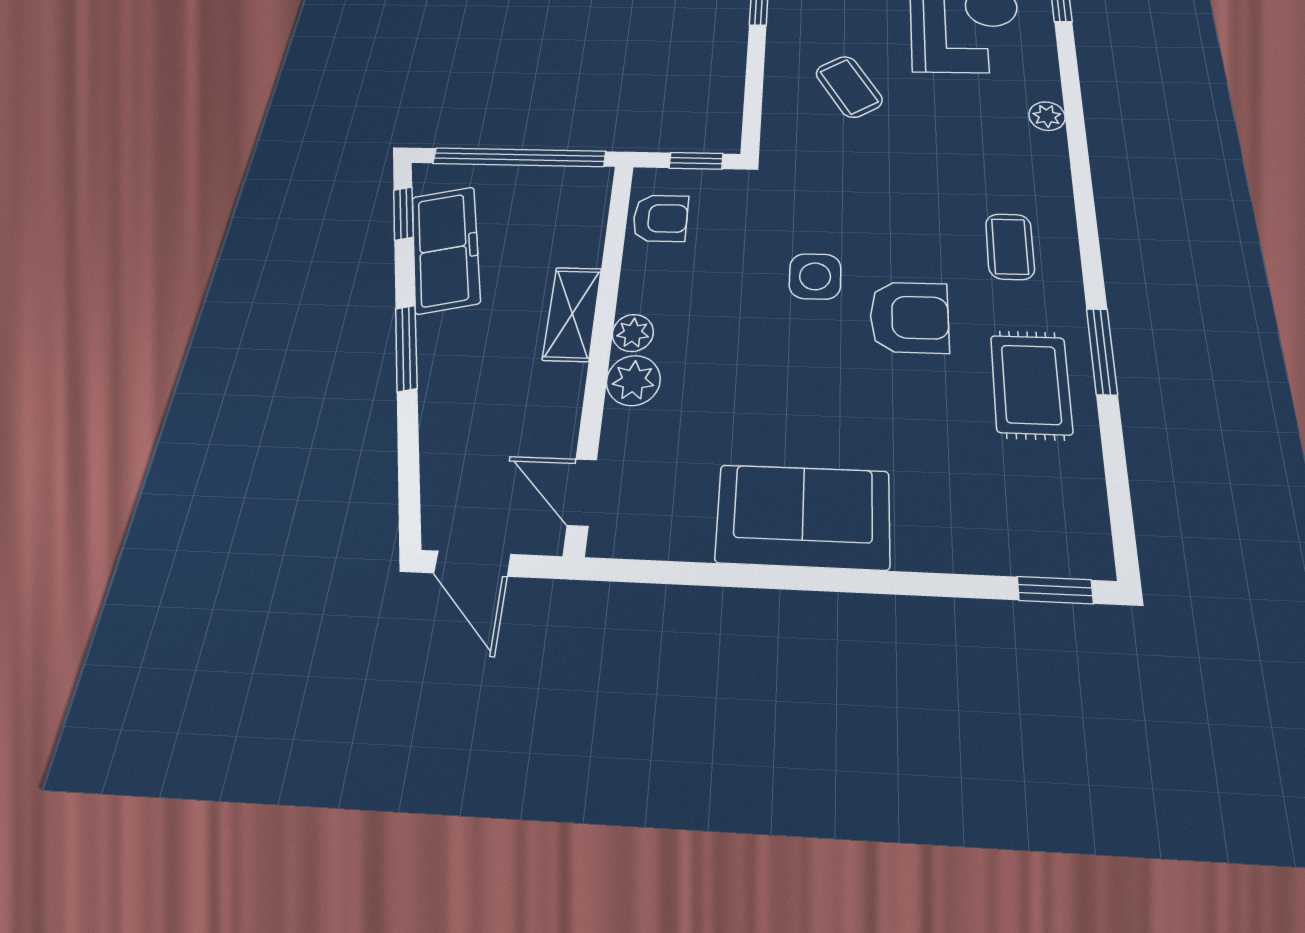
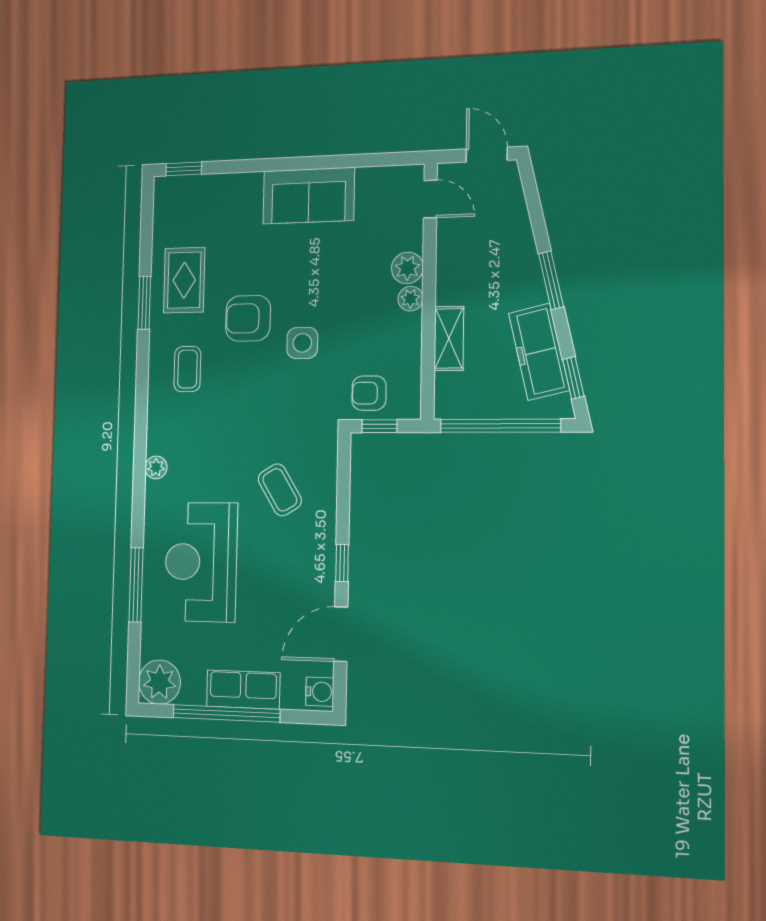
armchair: (660, 218) -> (369, 393), moved
shelving: (572, 314) -> (449, 338), moved

